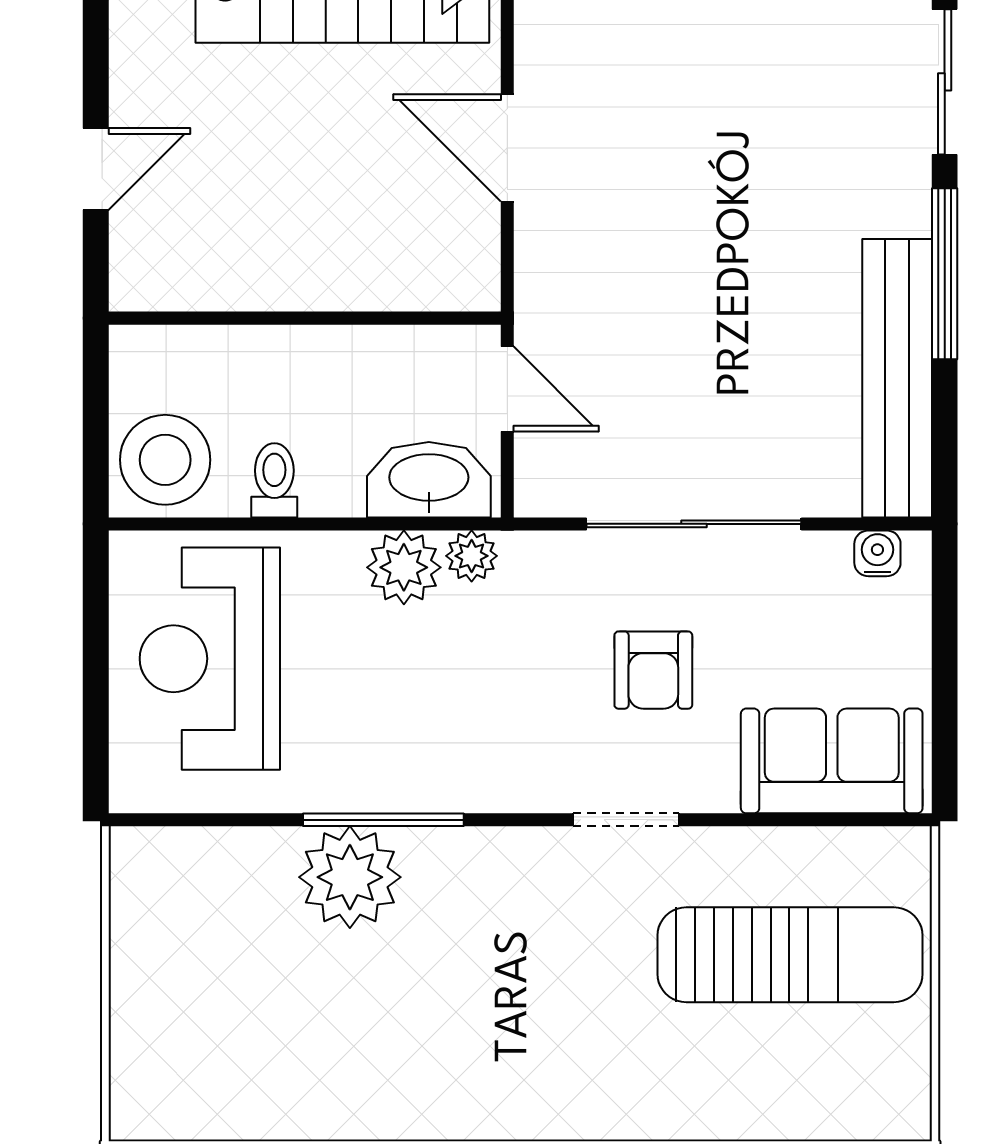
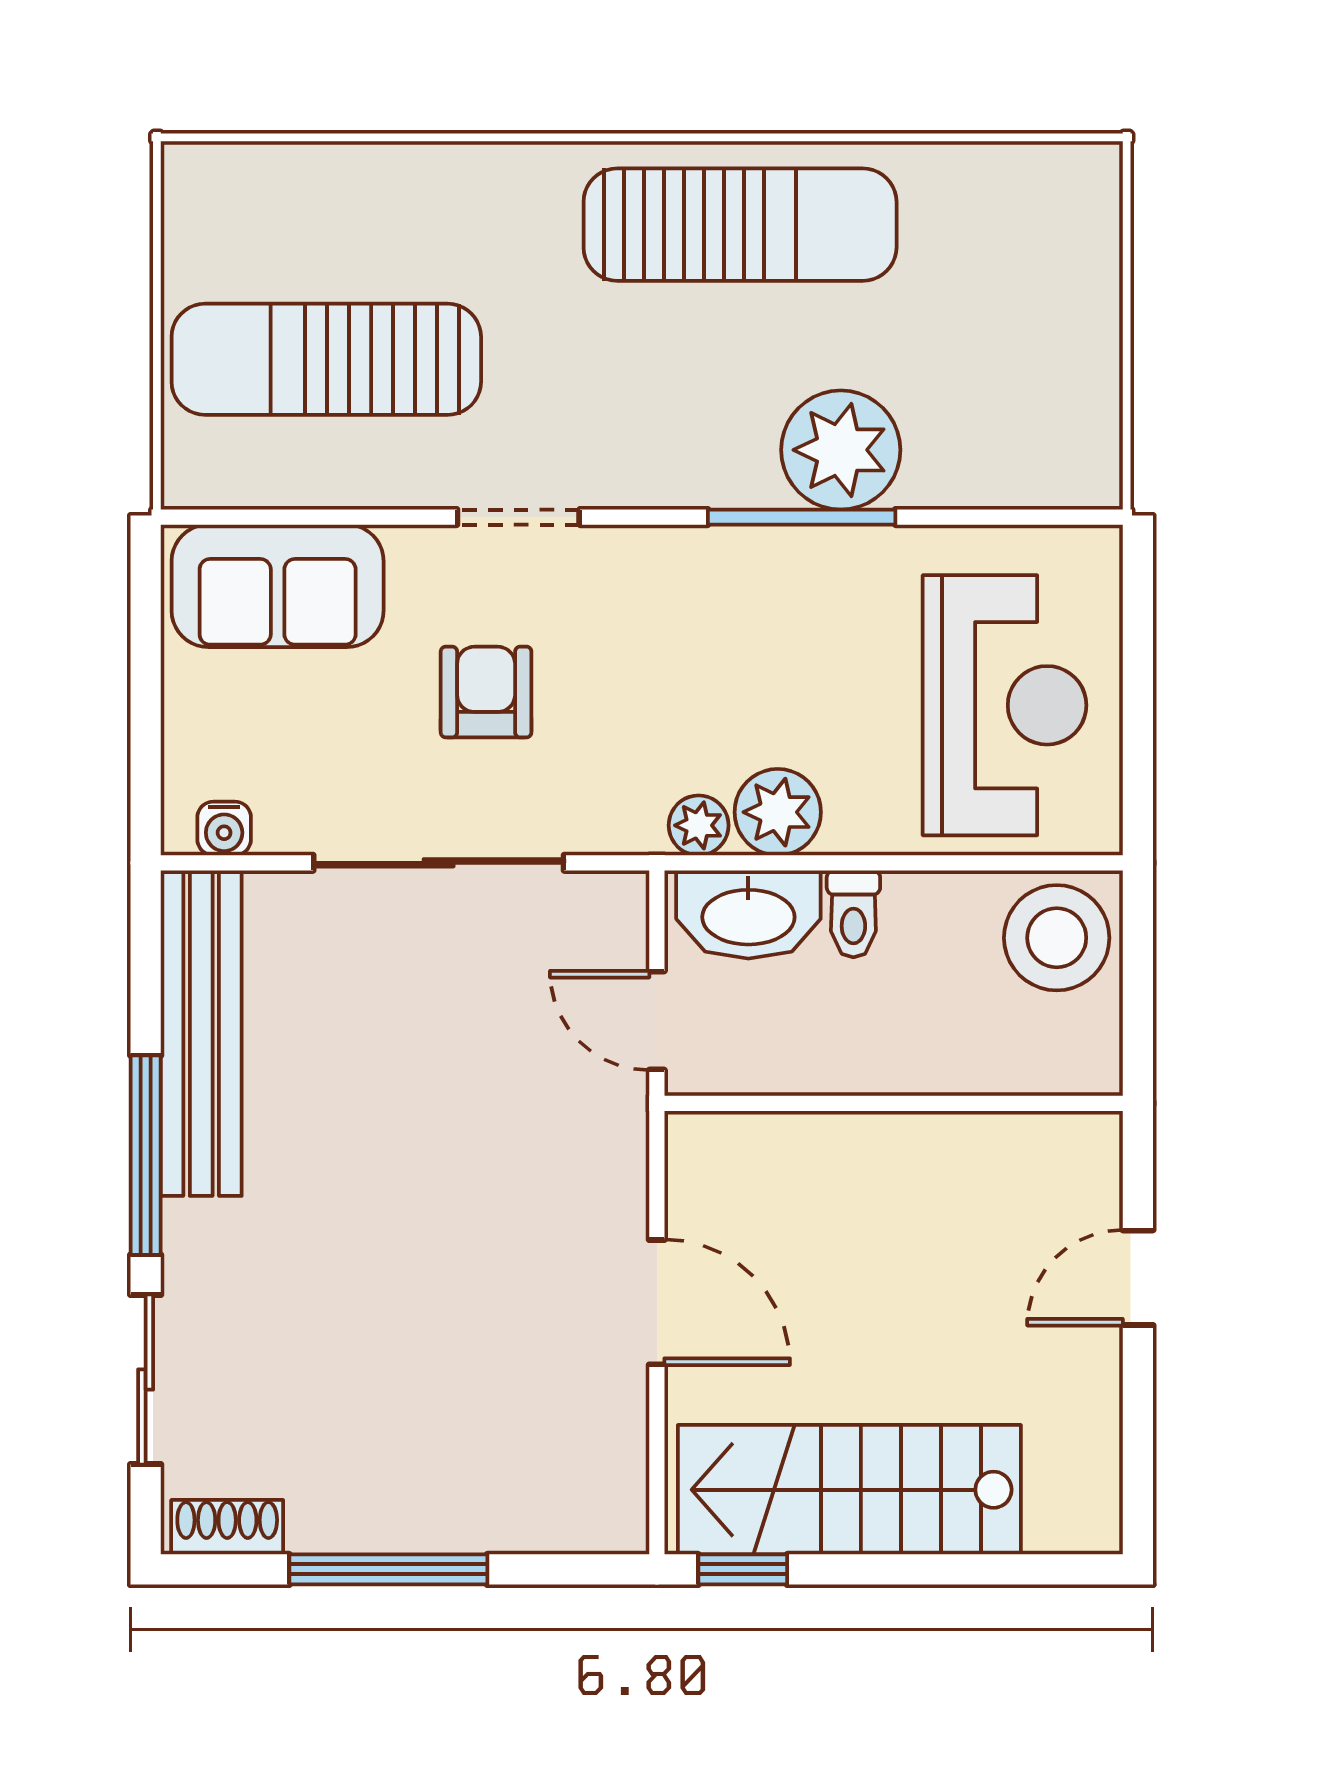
toilet: (274, 480) -> (853, 914), moved
sun lounger: (436, 1070) -> (740, 225), added

